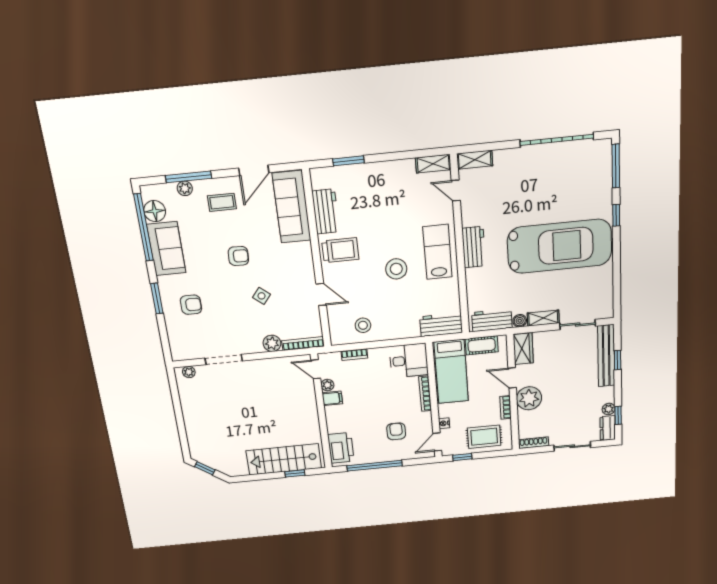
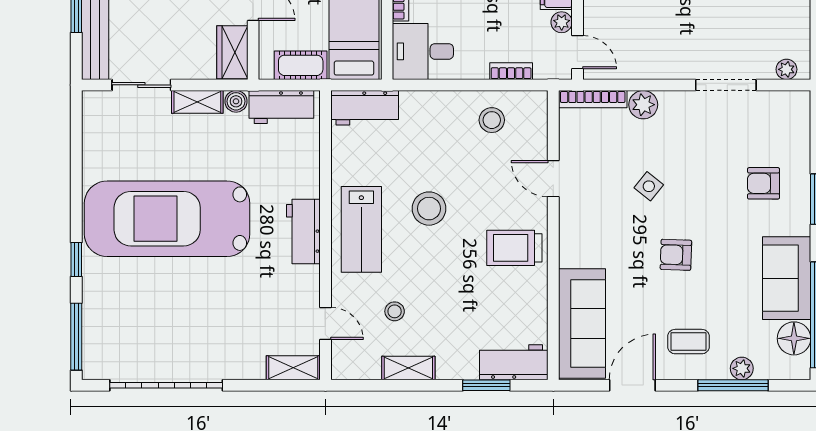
shelving: (433, 164) -> (408, 368), moved
stool: (412, 203) -> (395, 311), added
workbench: (326, 211) -> (514, 362), moved, turned 90

